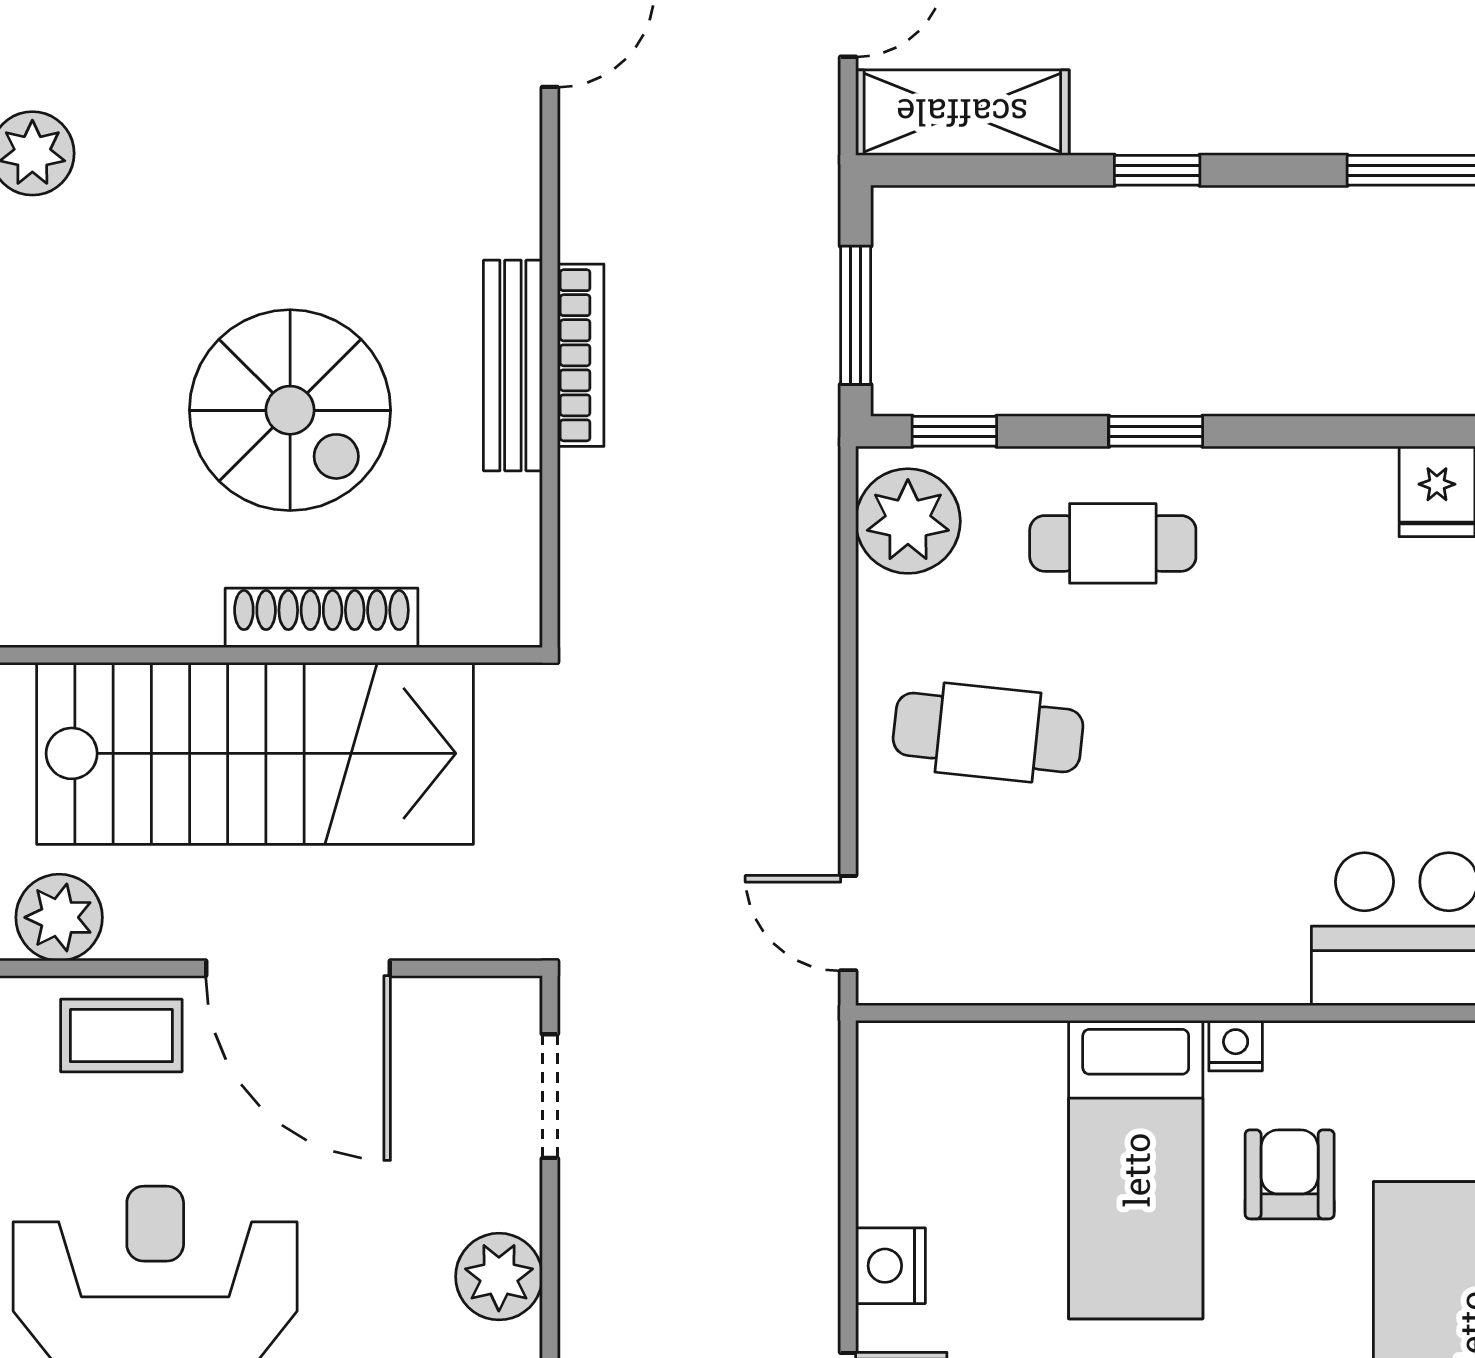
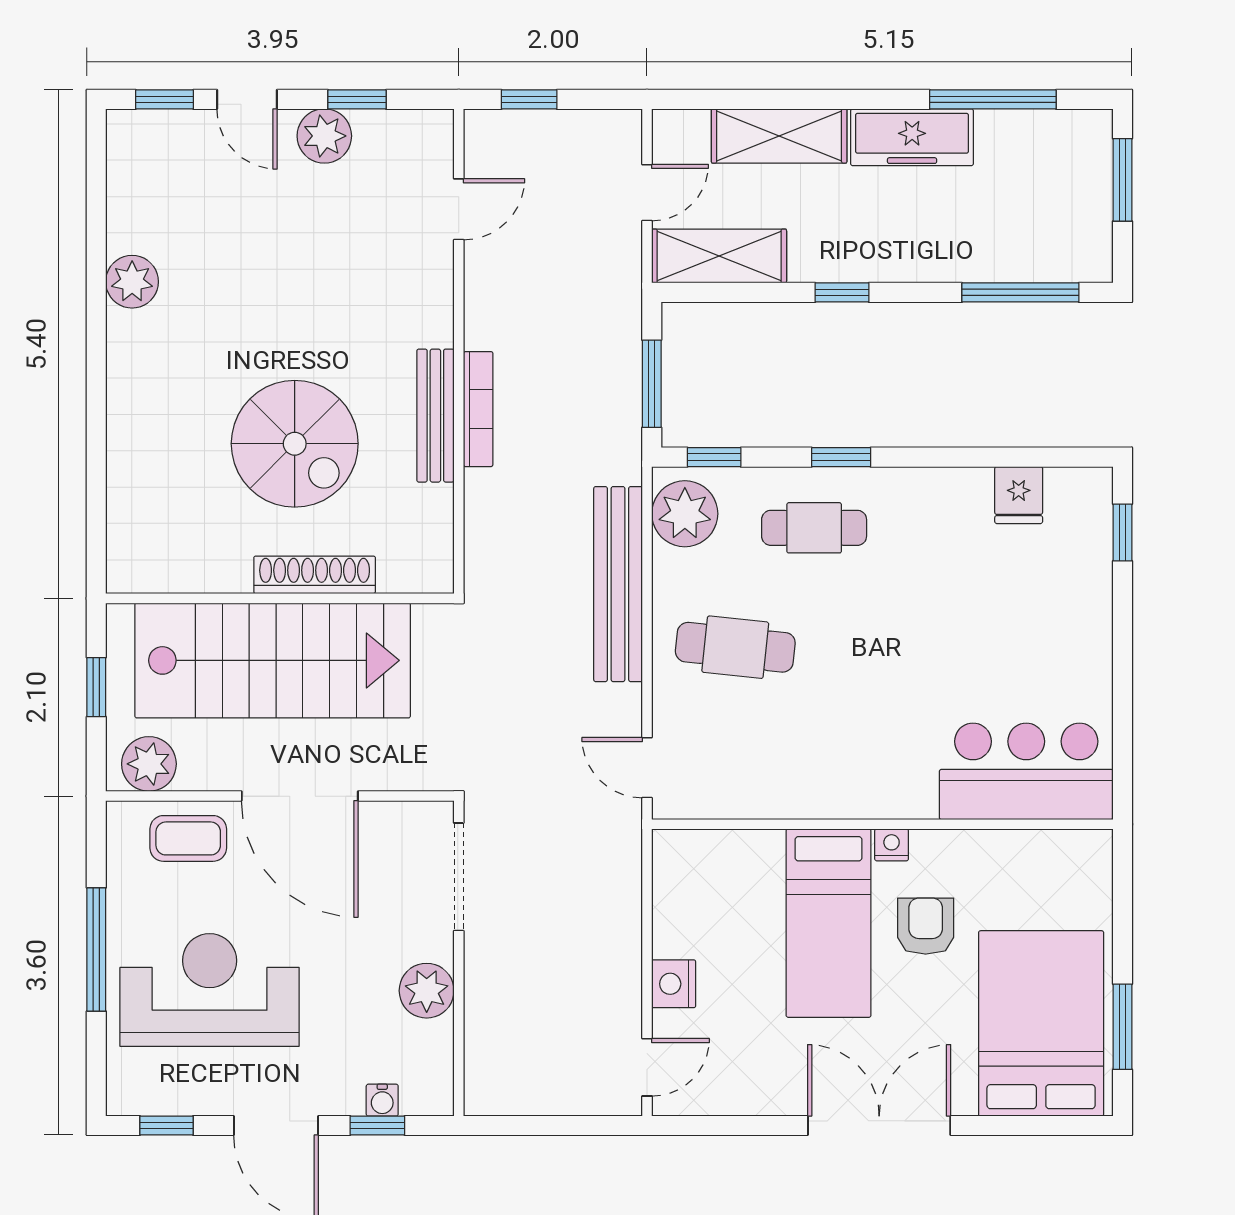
bench: (802, 632) -> (618, 584), added
doorway: (550, 1096) -> (459, 877), width x1.38

